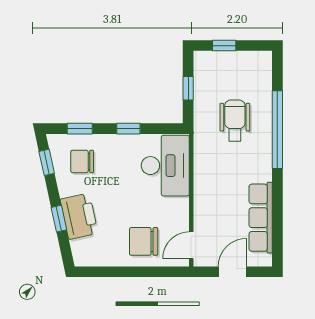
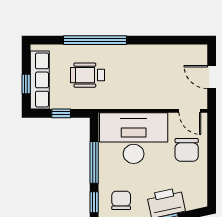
window: (128, 129) -> (94, 162), width x2.17
chair: (82, 161) -> (121, 200), turned 180
desk: (165, 166) -> (134, 138), width x1.36, depth x1.30
row of seats: (261, 218) -> (40, 80), moved, turned -90

